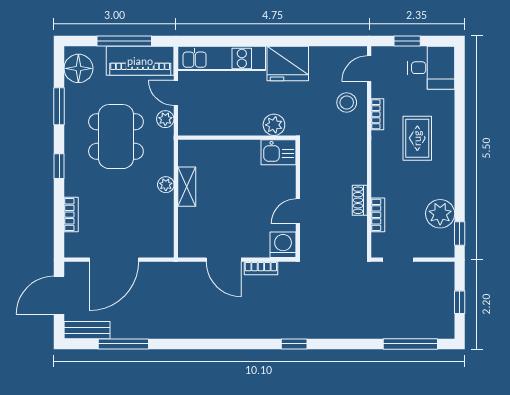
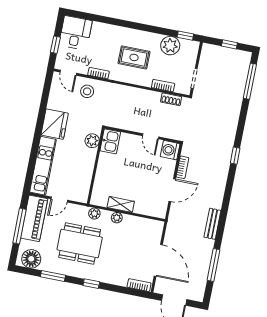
plant: (165, 119) -> (94, 214), moved
rug: (417, 138) -> (134, 57), moved
shoe rack: (360, 200) -> (171, 99), moved
bookcase: (71, 215) -> (139, 285), moved
bench: (87, 330) -> (212, 224), moved

